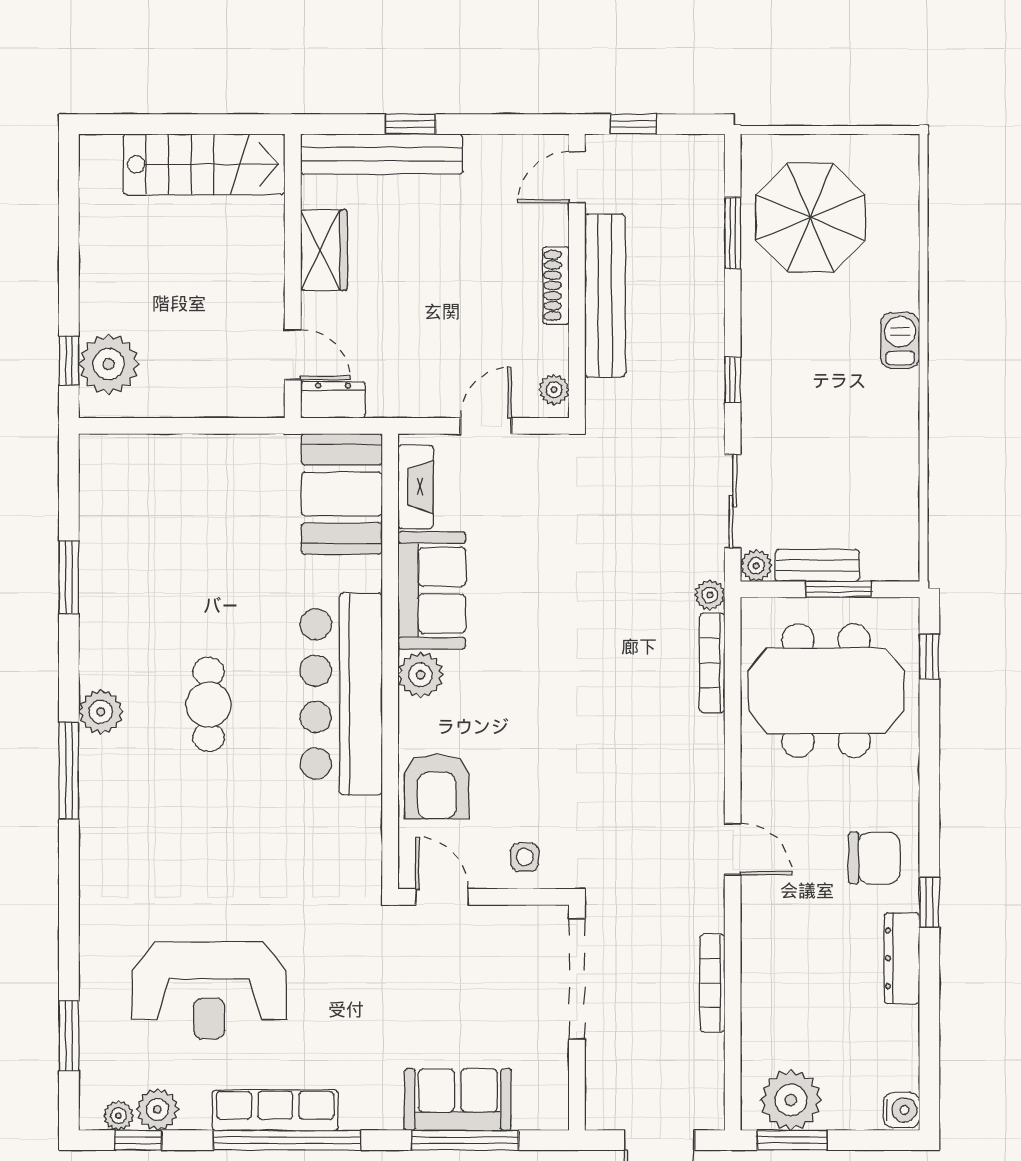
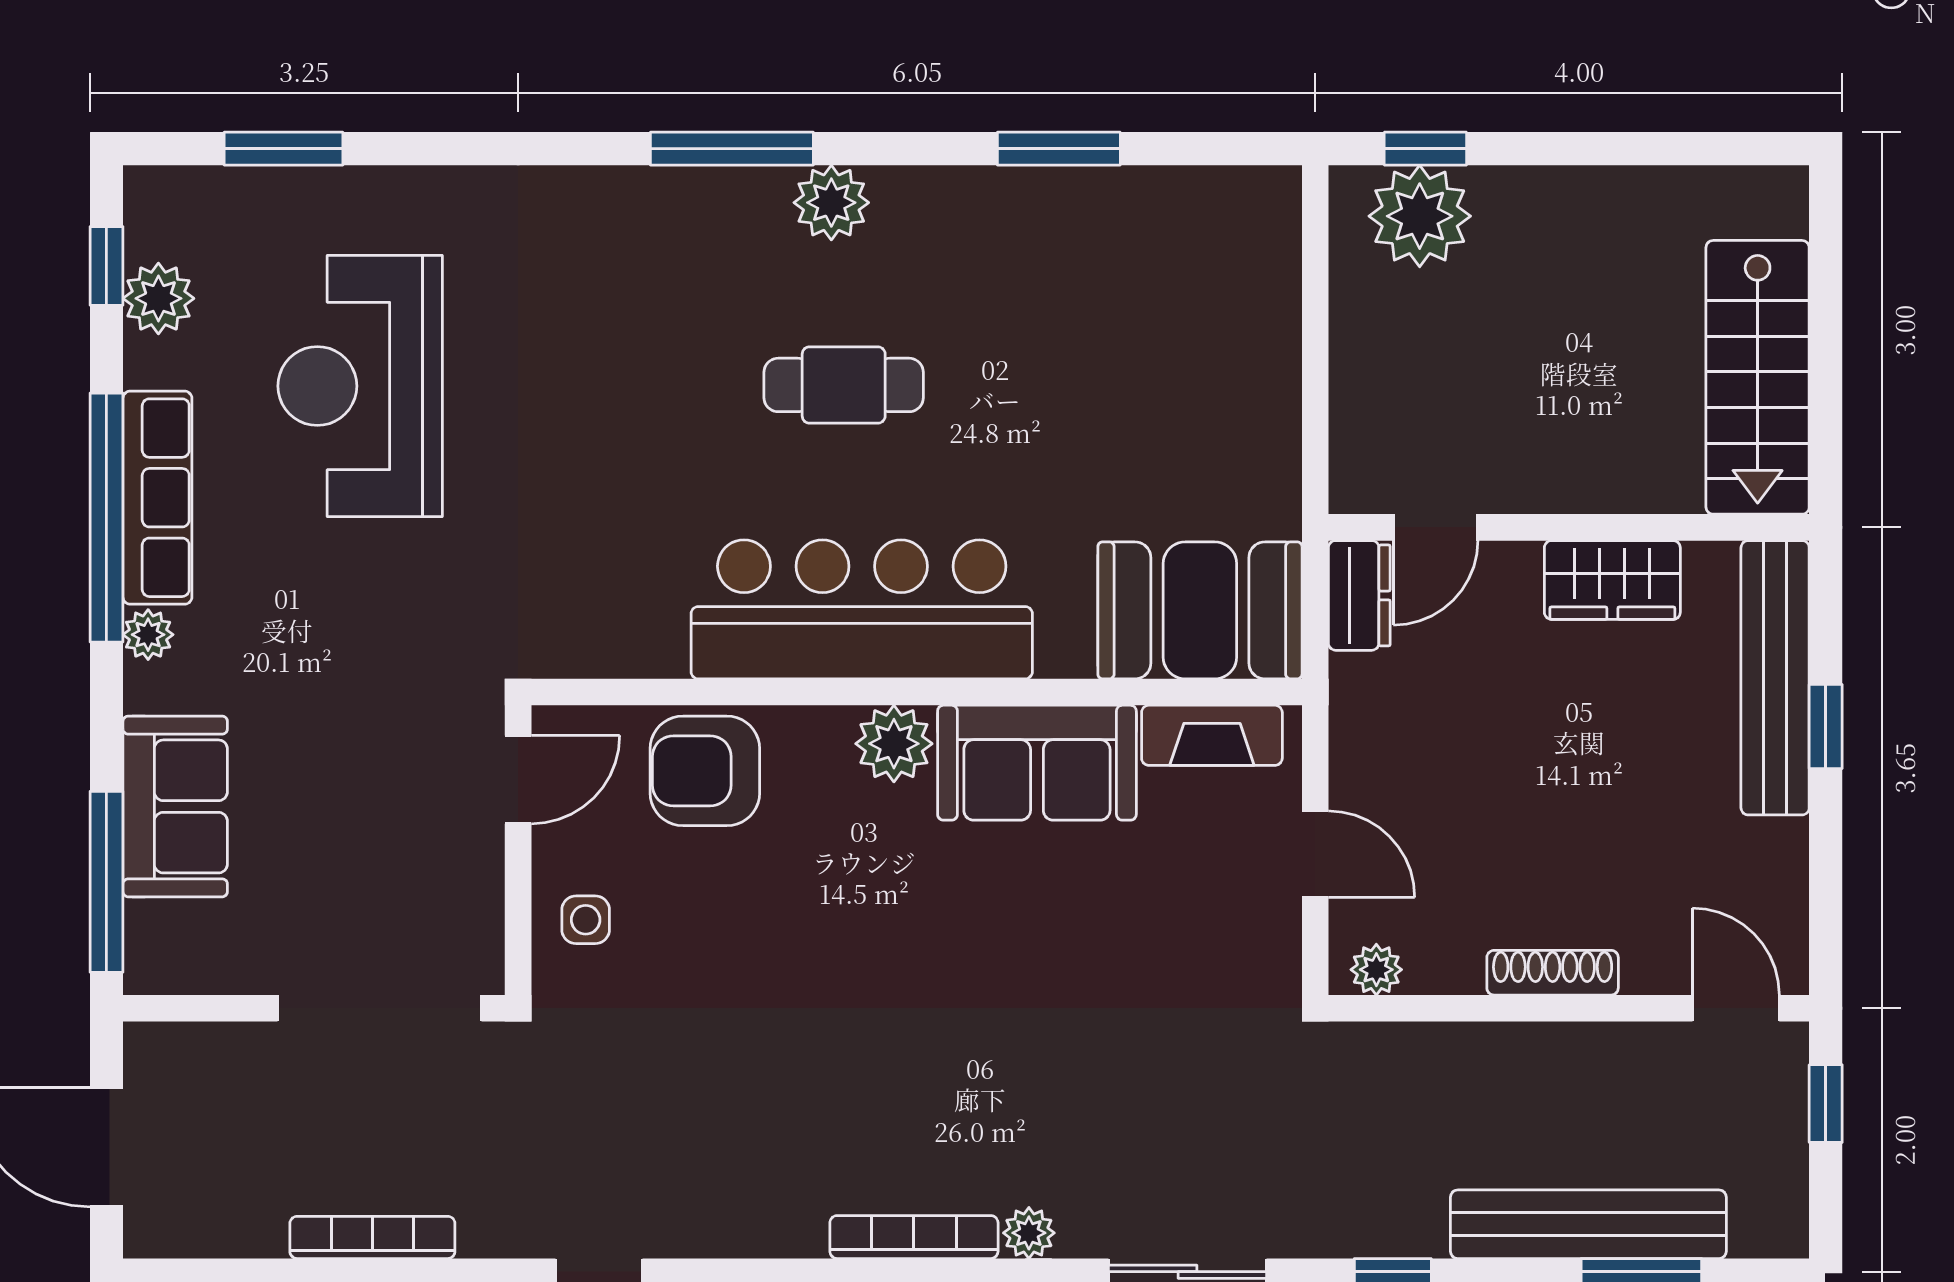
bench: (605, 296) -> (1588, 1224), moved
plant: (118, 1116) -> (148, 635), moved
window: (465, 1140) -> (106, 882), moved

